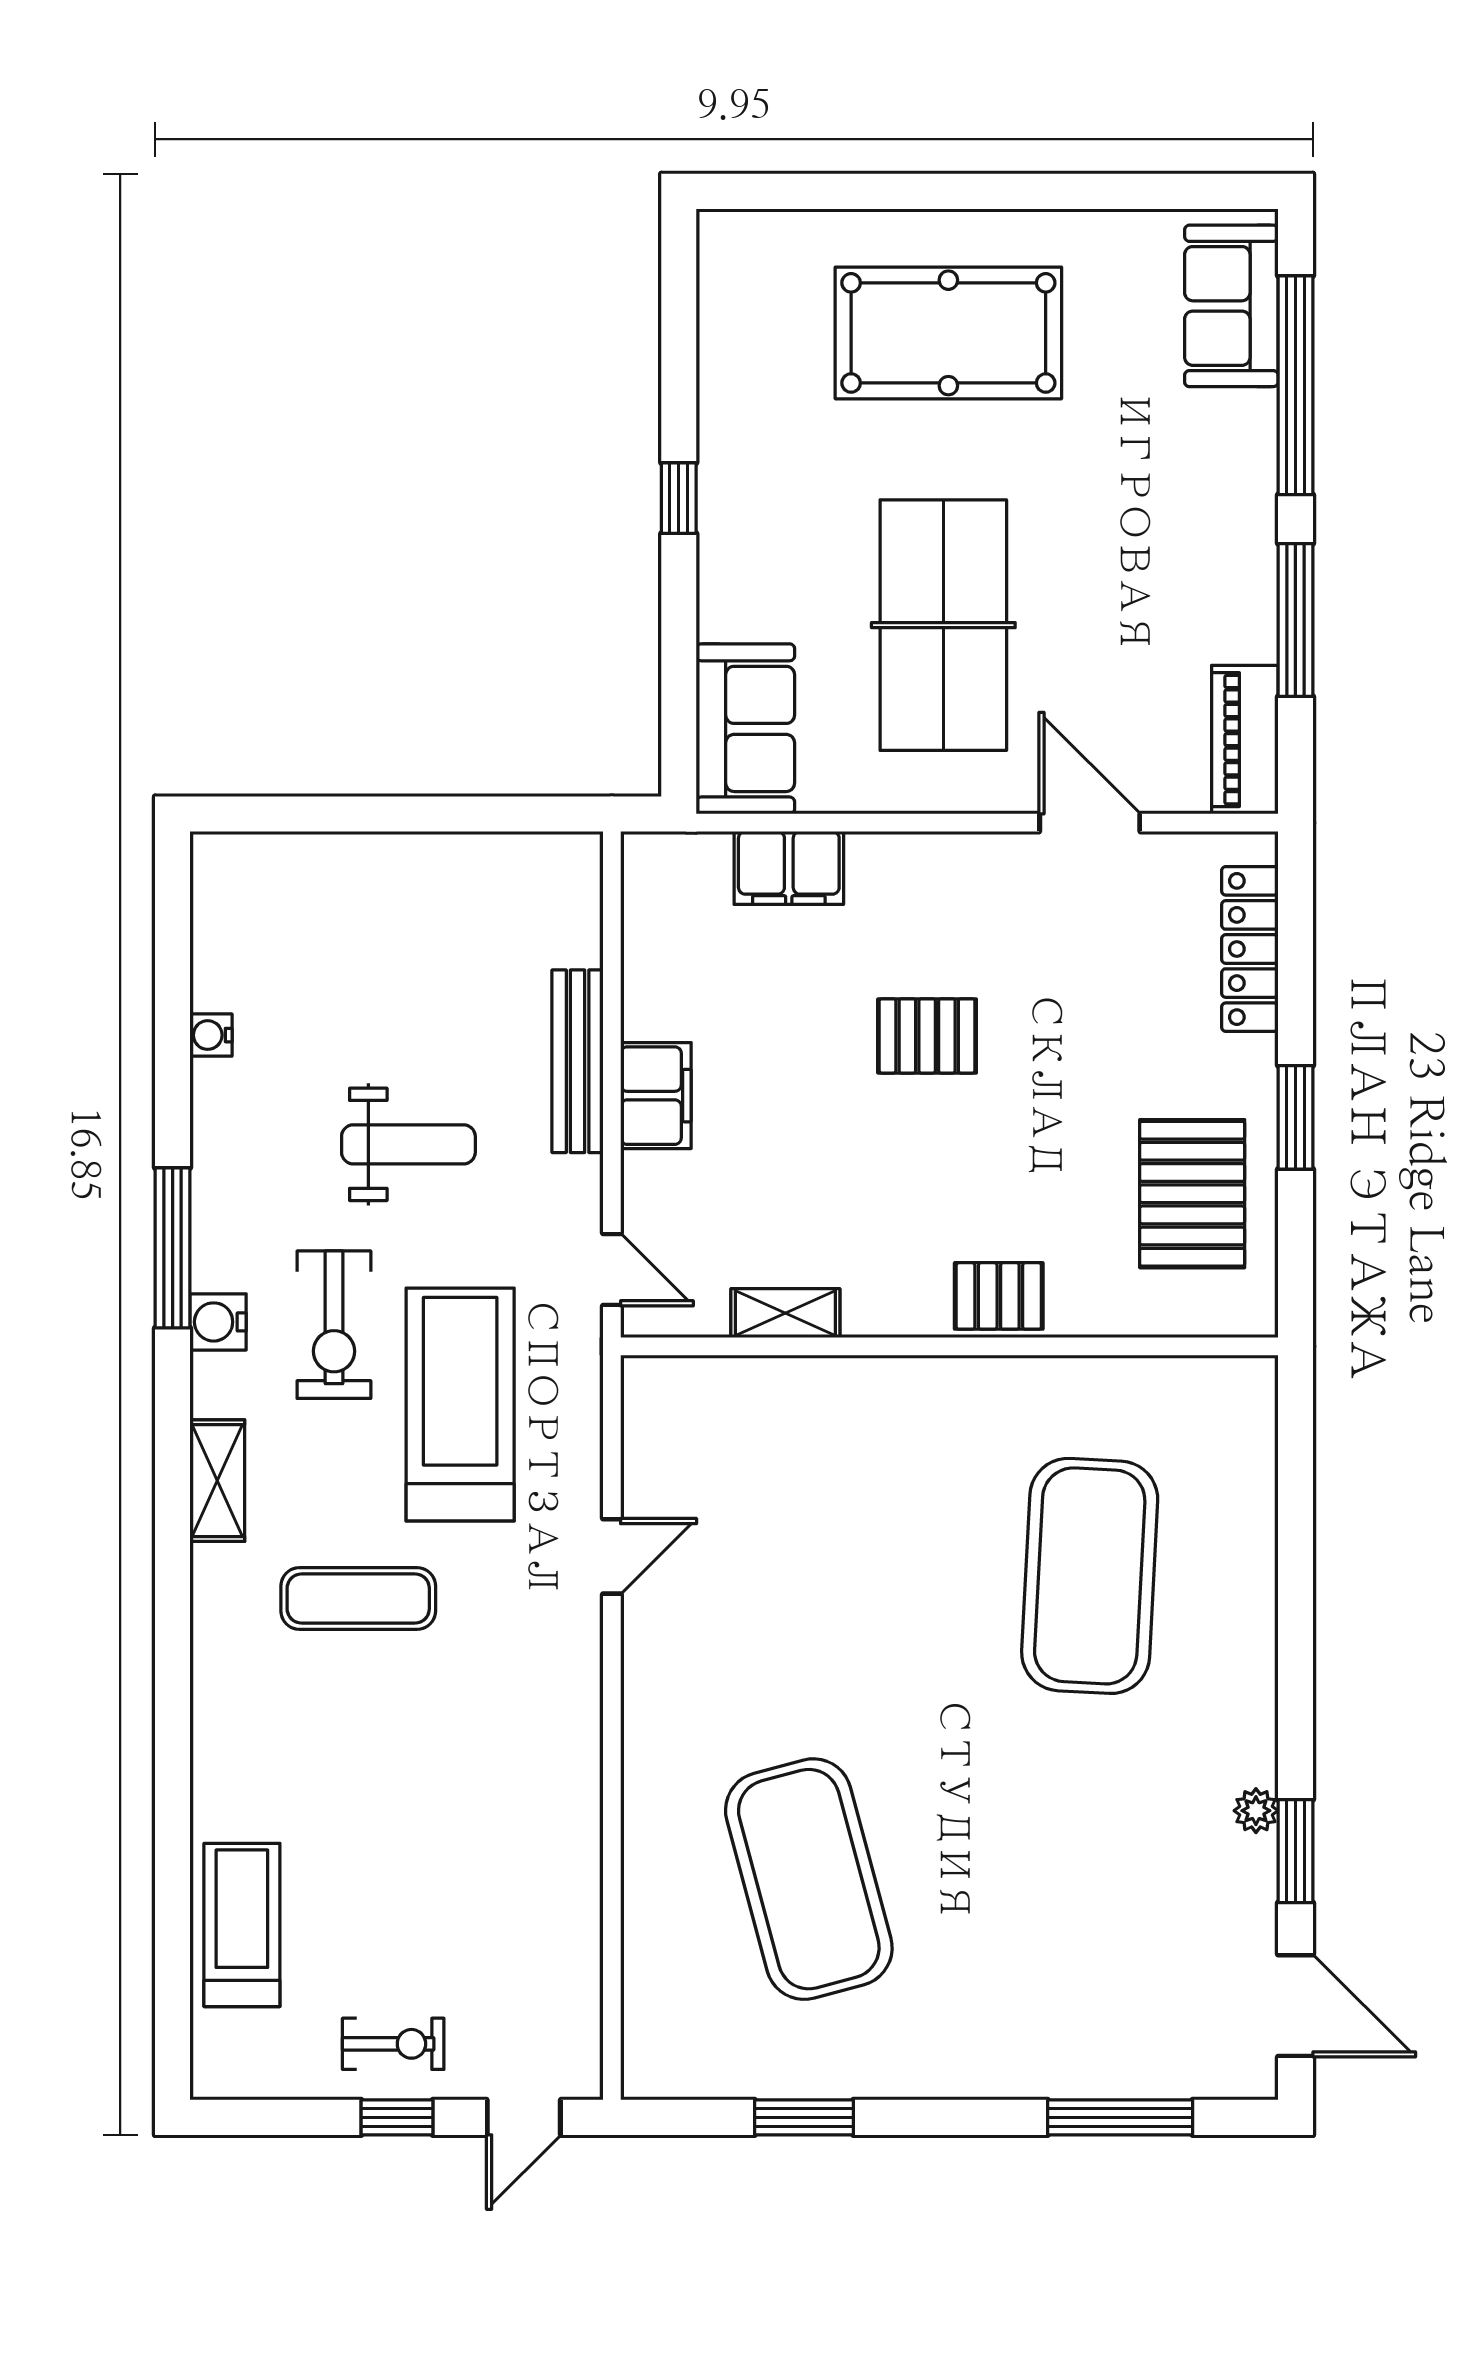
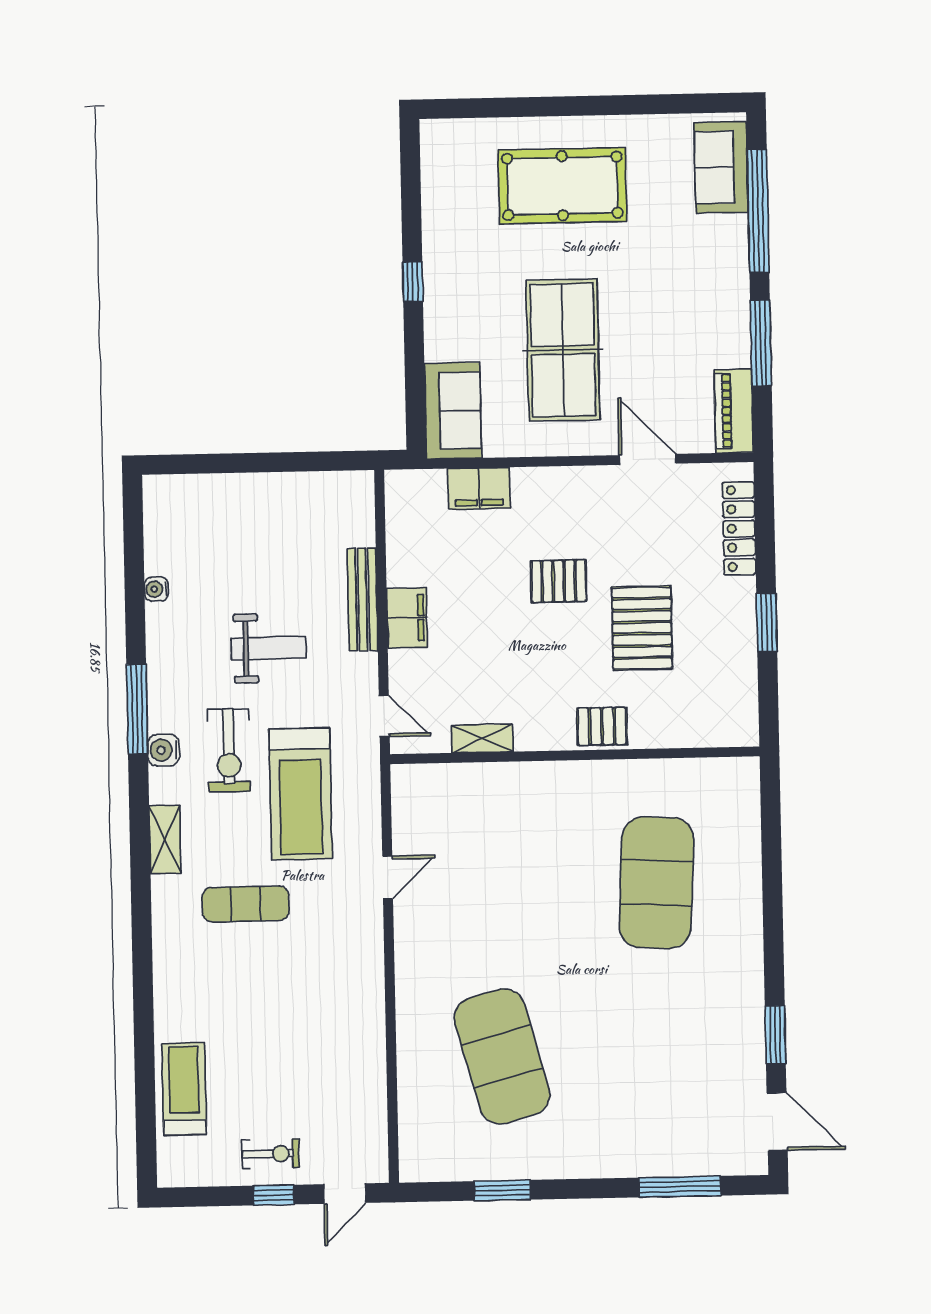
pallet: (1192, 1194) -> (642, 628), moved
treadmill: (460, 1405) -> (301, 794), turned 180
plant: (1256, 1811) -> (753, 1013), removed

